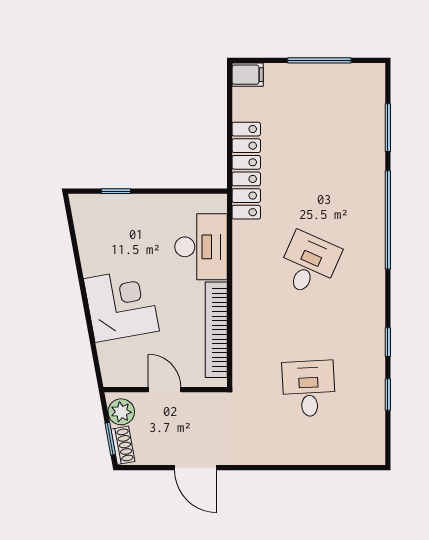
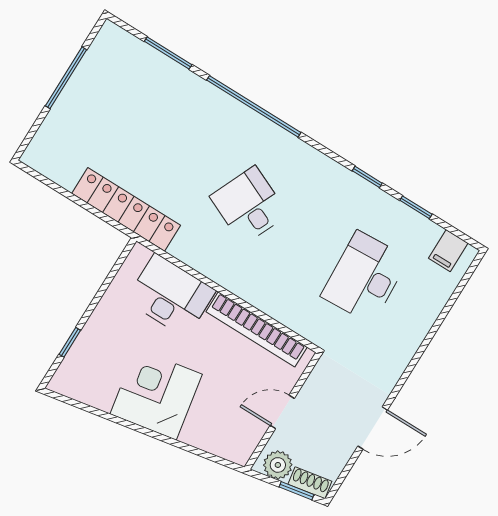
filing cabinet: (248, 75) -> (448, 251), moved, turned 180
corner desk: (121, 305) -> (156, 394), moved
desk: (309, 389) -> (365, 277), width x1.37

